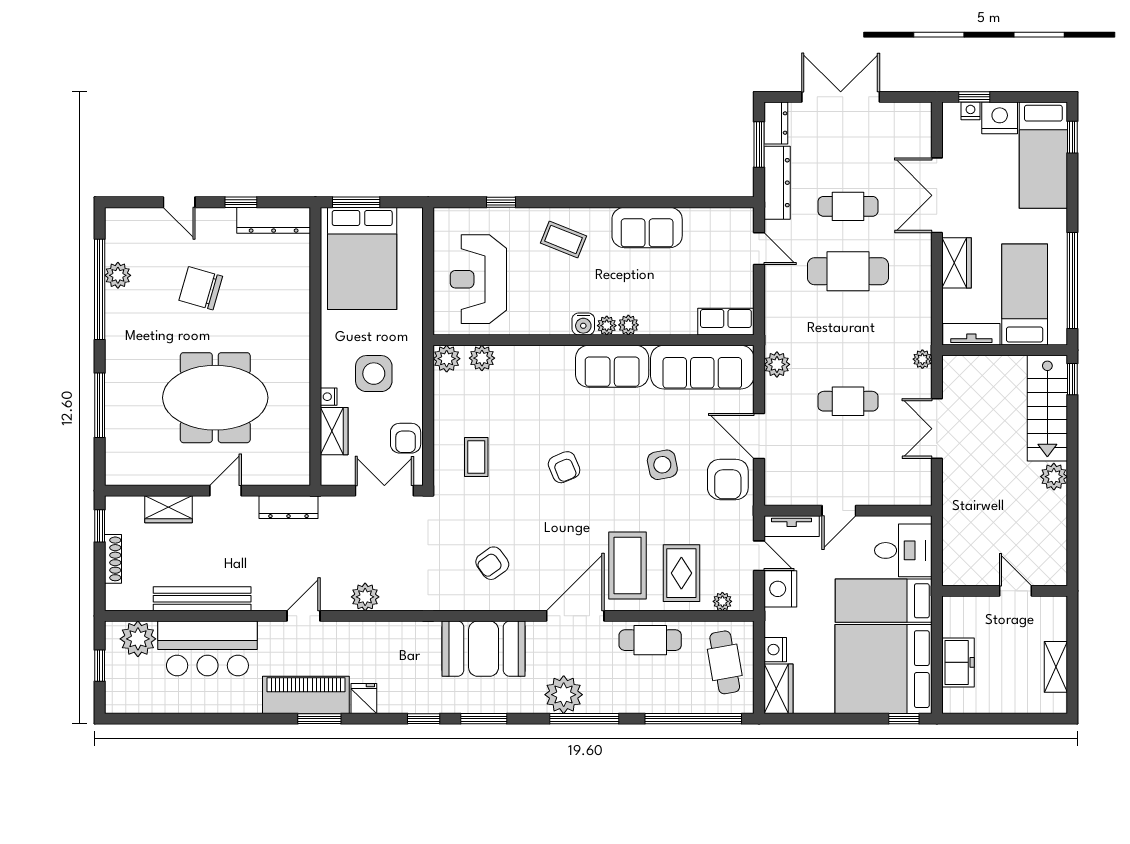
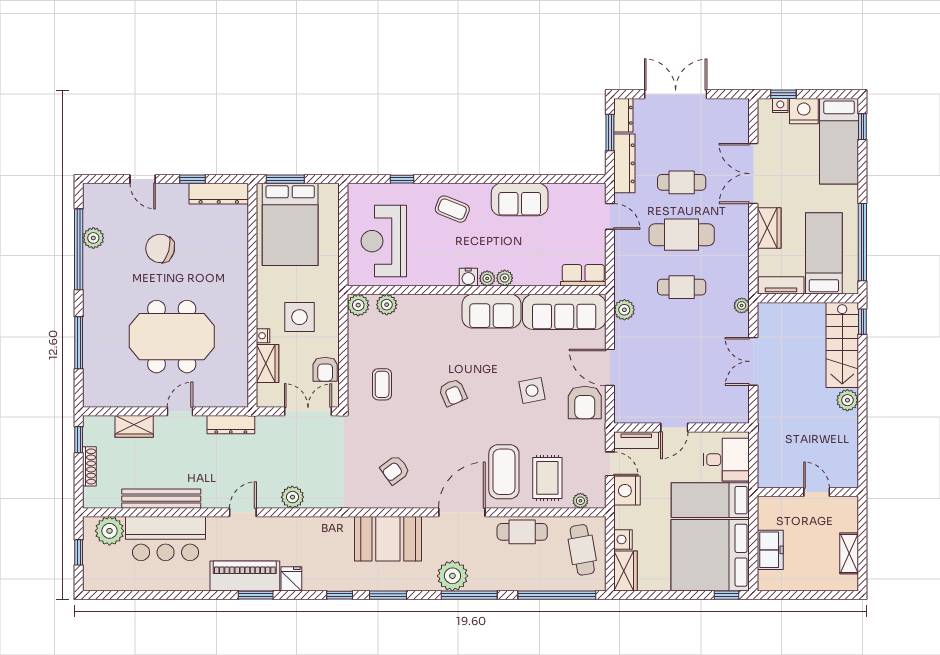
cafe table: (848, 401) -> (682, 287), moved

